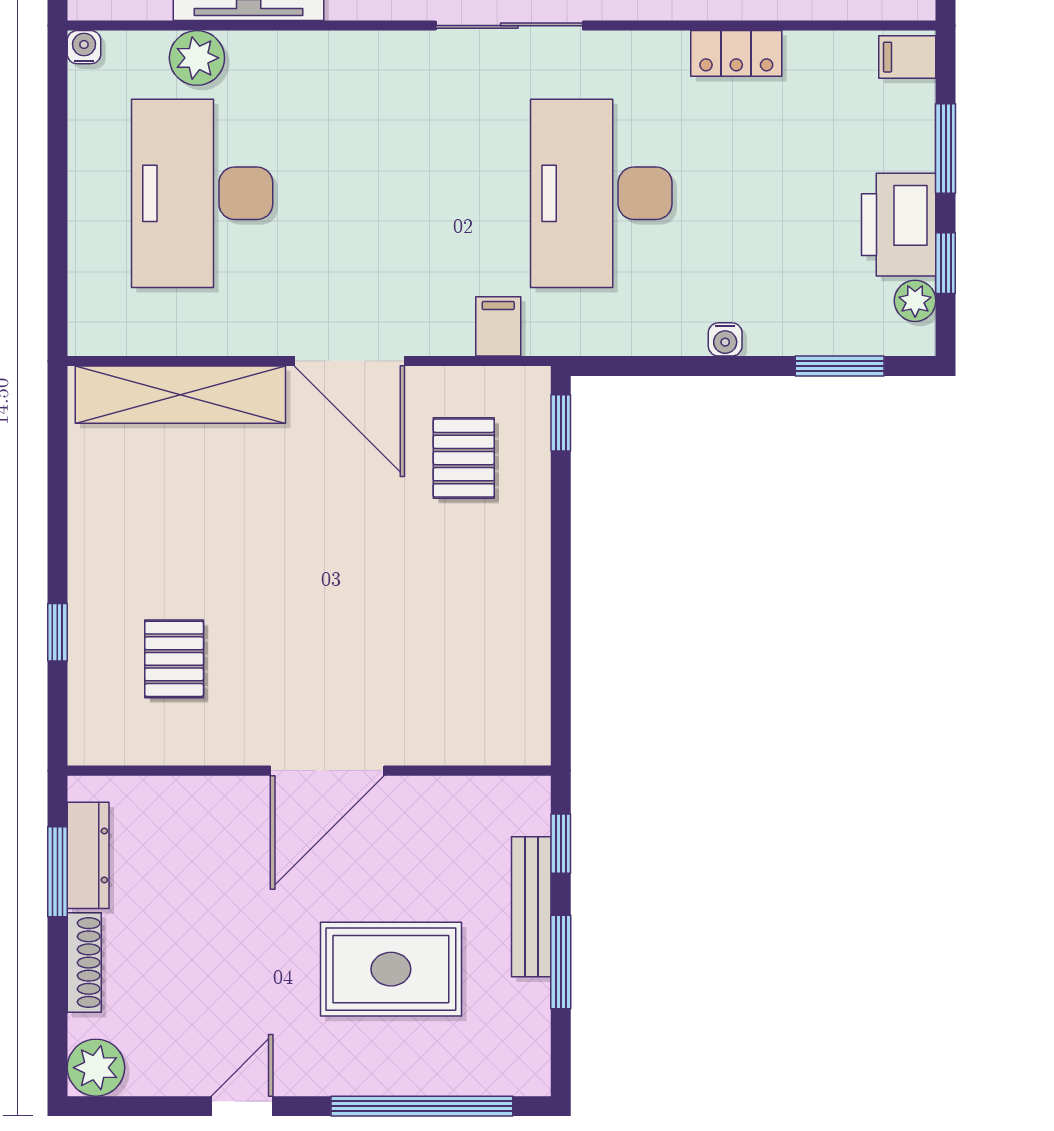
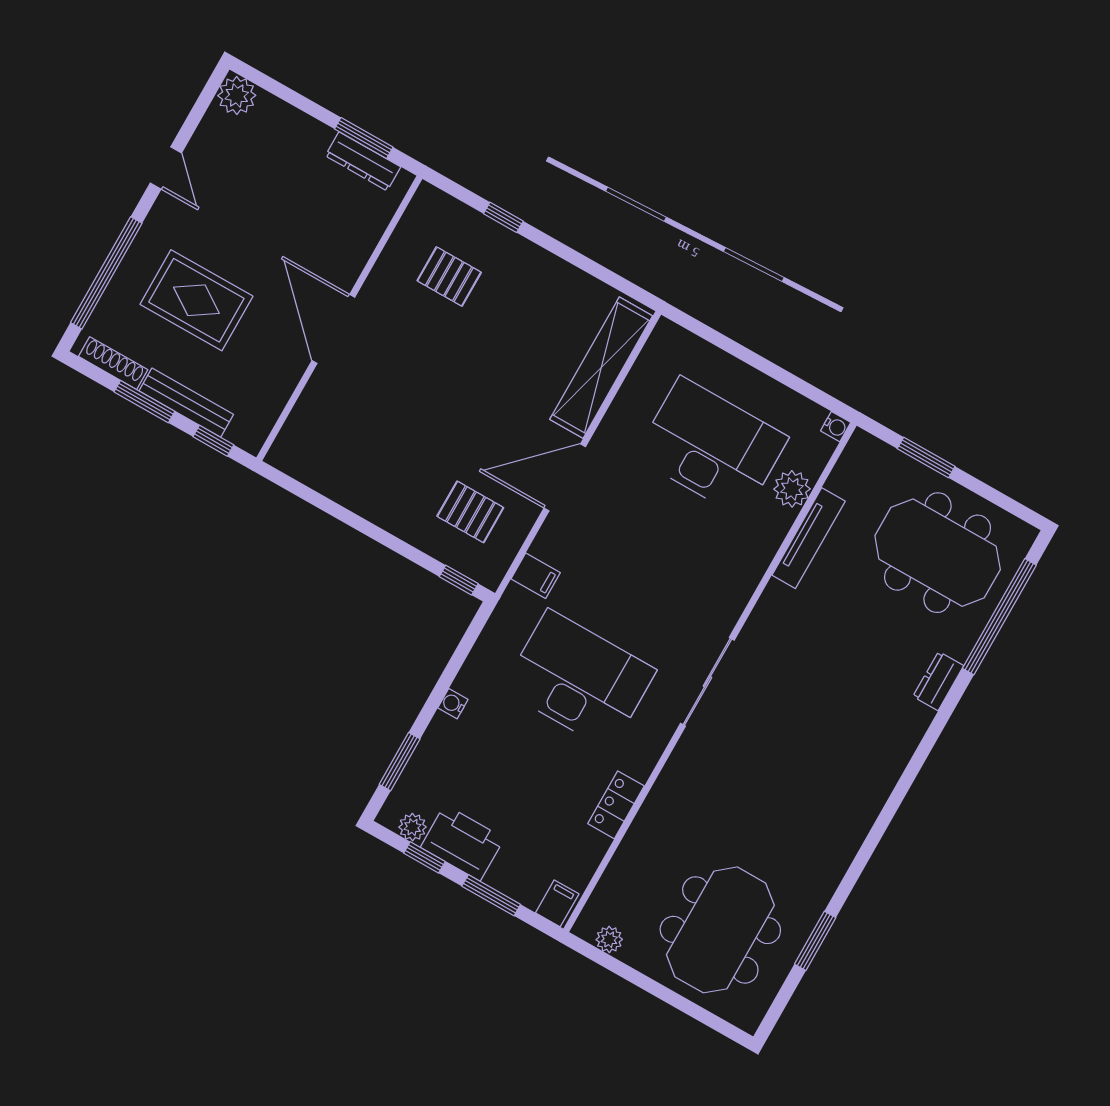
shoe rack: (84, 963) -> (113, 363), moved, turned 180
rug: (391, 969) -> (196, 300), turned 90

